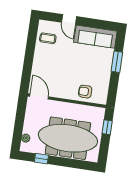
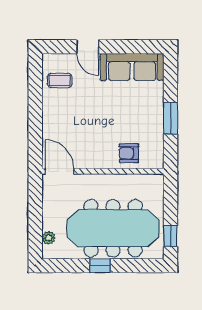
window: (117, 62) -> (171, 118), moved
window: (107, 127) -> (171, 236), moved
window: (41, 159) -> (100, 266), moved

